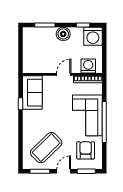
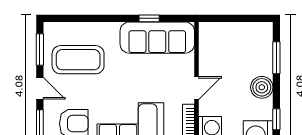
door: (64, 74) -> (196, 88), hinge flipped
sofa: (32, 93) -> (157, 38), width x1.36
coffee table: (46, 148) -> (78, 60), turned -46

